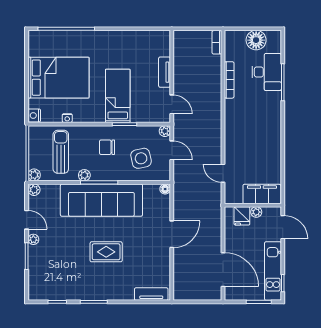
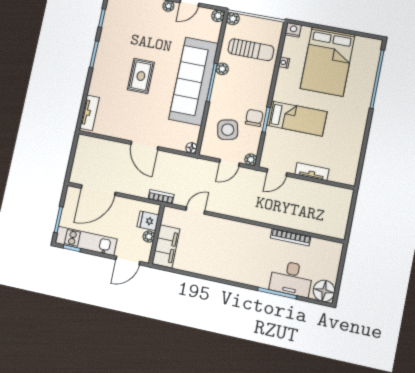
floor lamp: (256, 40) -> (324, 291), moved
bookcase: (217, 42) -> (161, 197), moved
chair: (107, 147) -> (254, 118), moved

